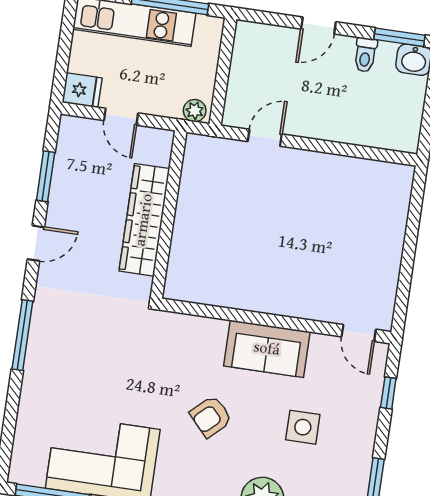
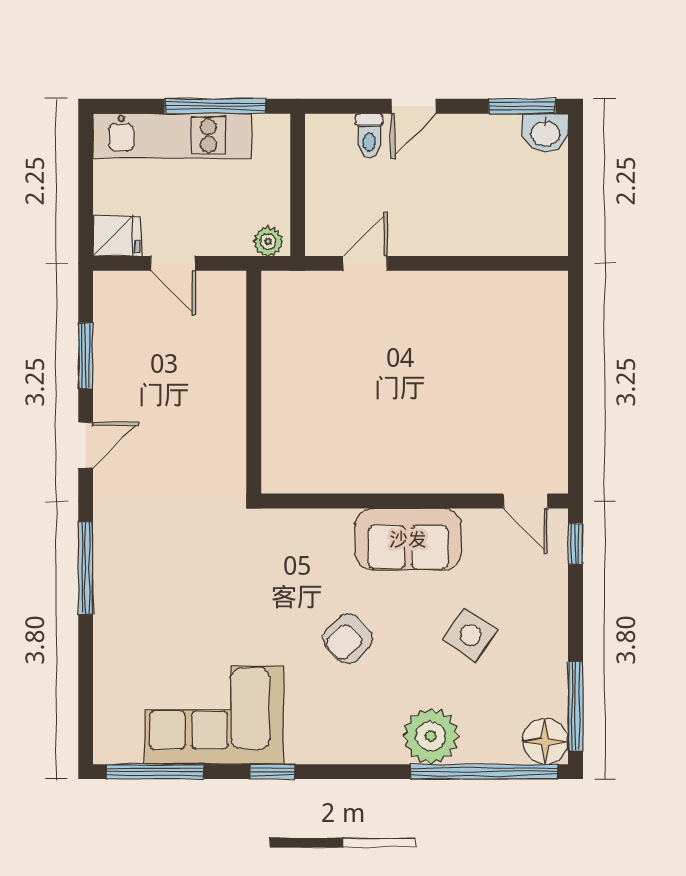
toilet: (365, 55) -> (369, 136), moved
wardrobe: (144, 220) -> (223, 394), removed
window: (388, 393) -> (575, 544), moved
side table: (303, 427) -> (470, 635), turned 35

